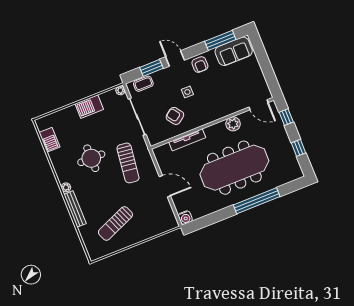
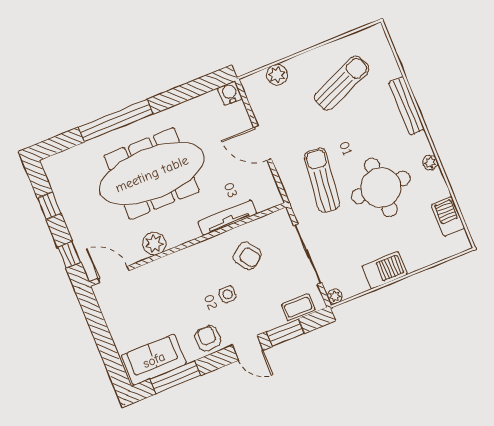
round table: (91, 158) -> (381, 187), width x1.36, depth x1.36
plant: (66, 187) -> (430, 163), moved
plant: (156, 229) -> (277, 75), added

